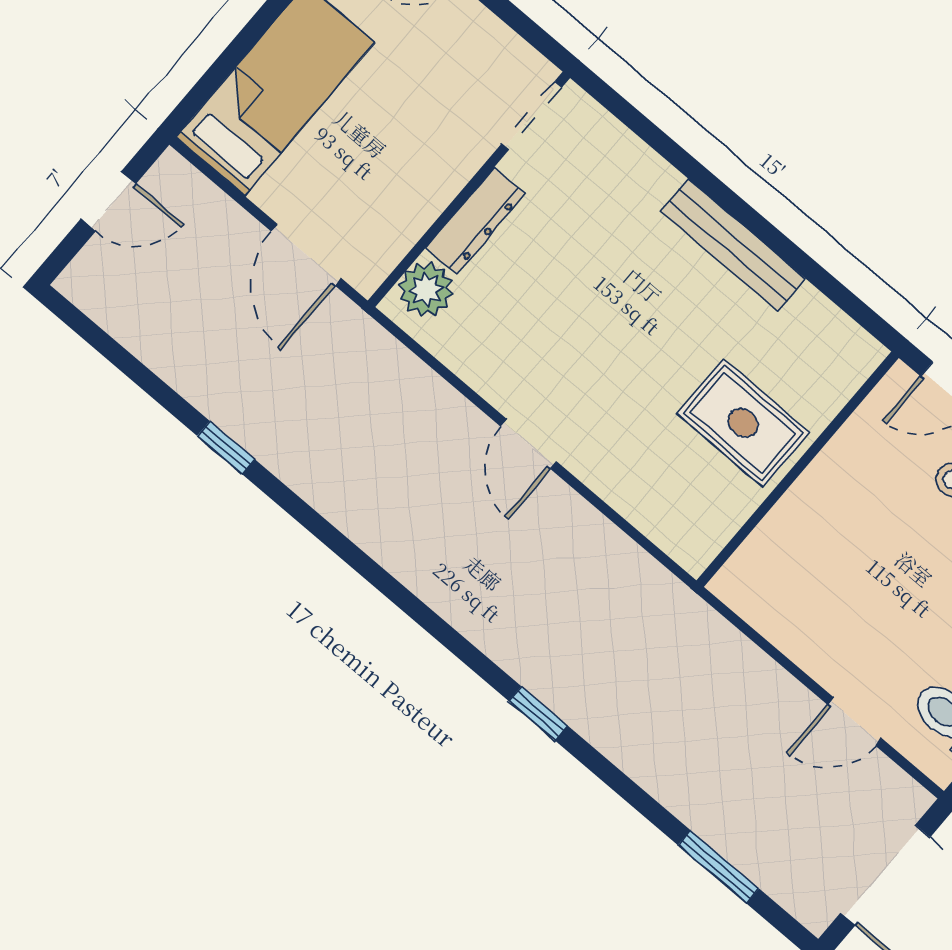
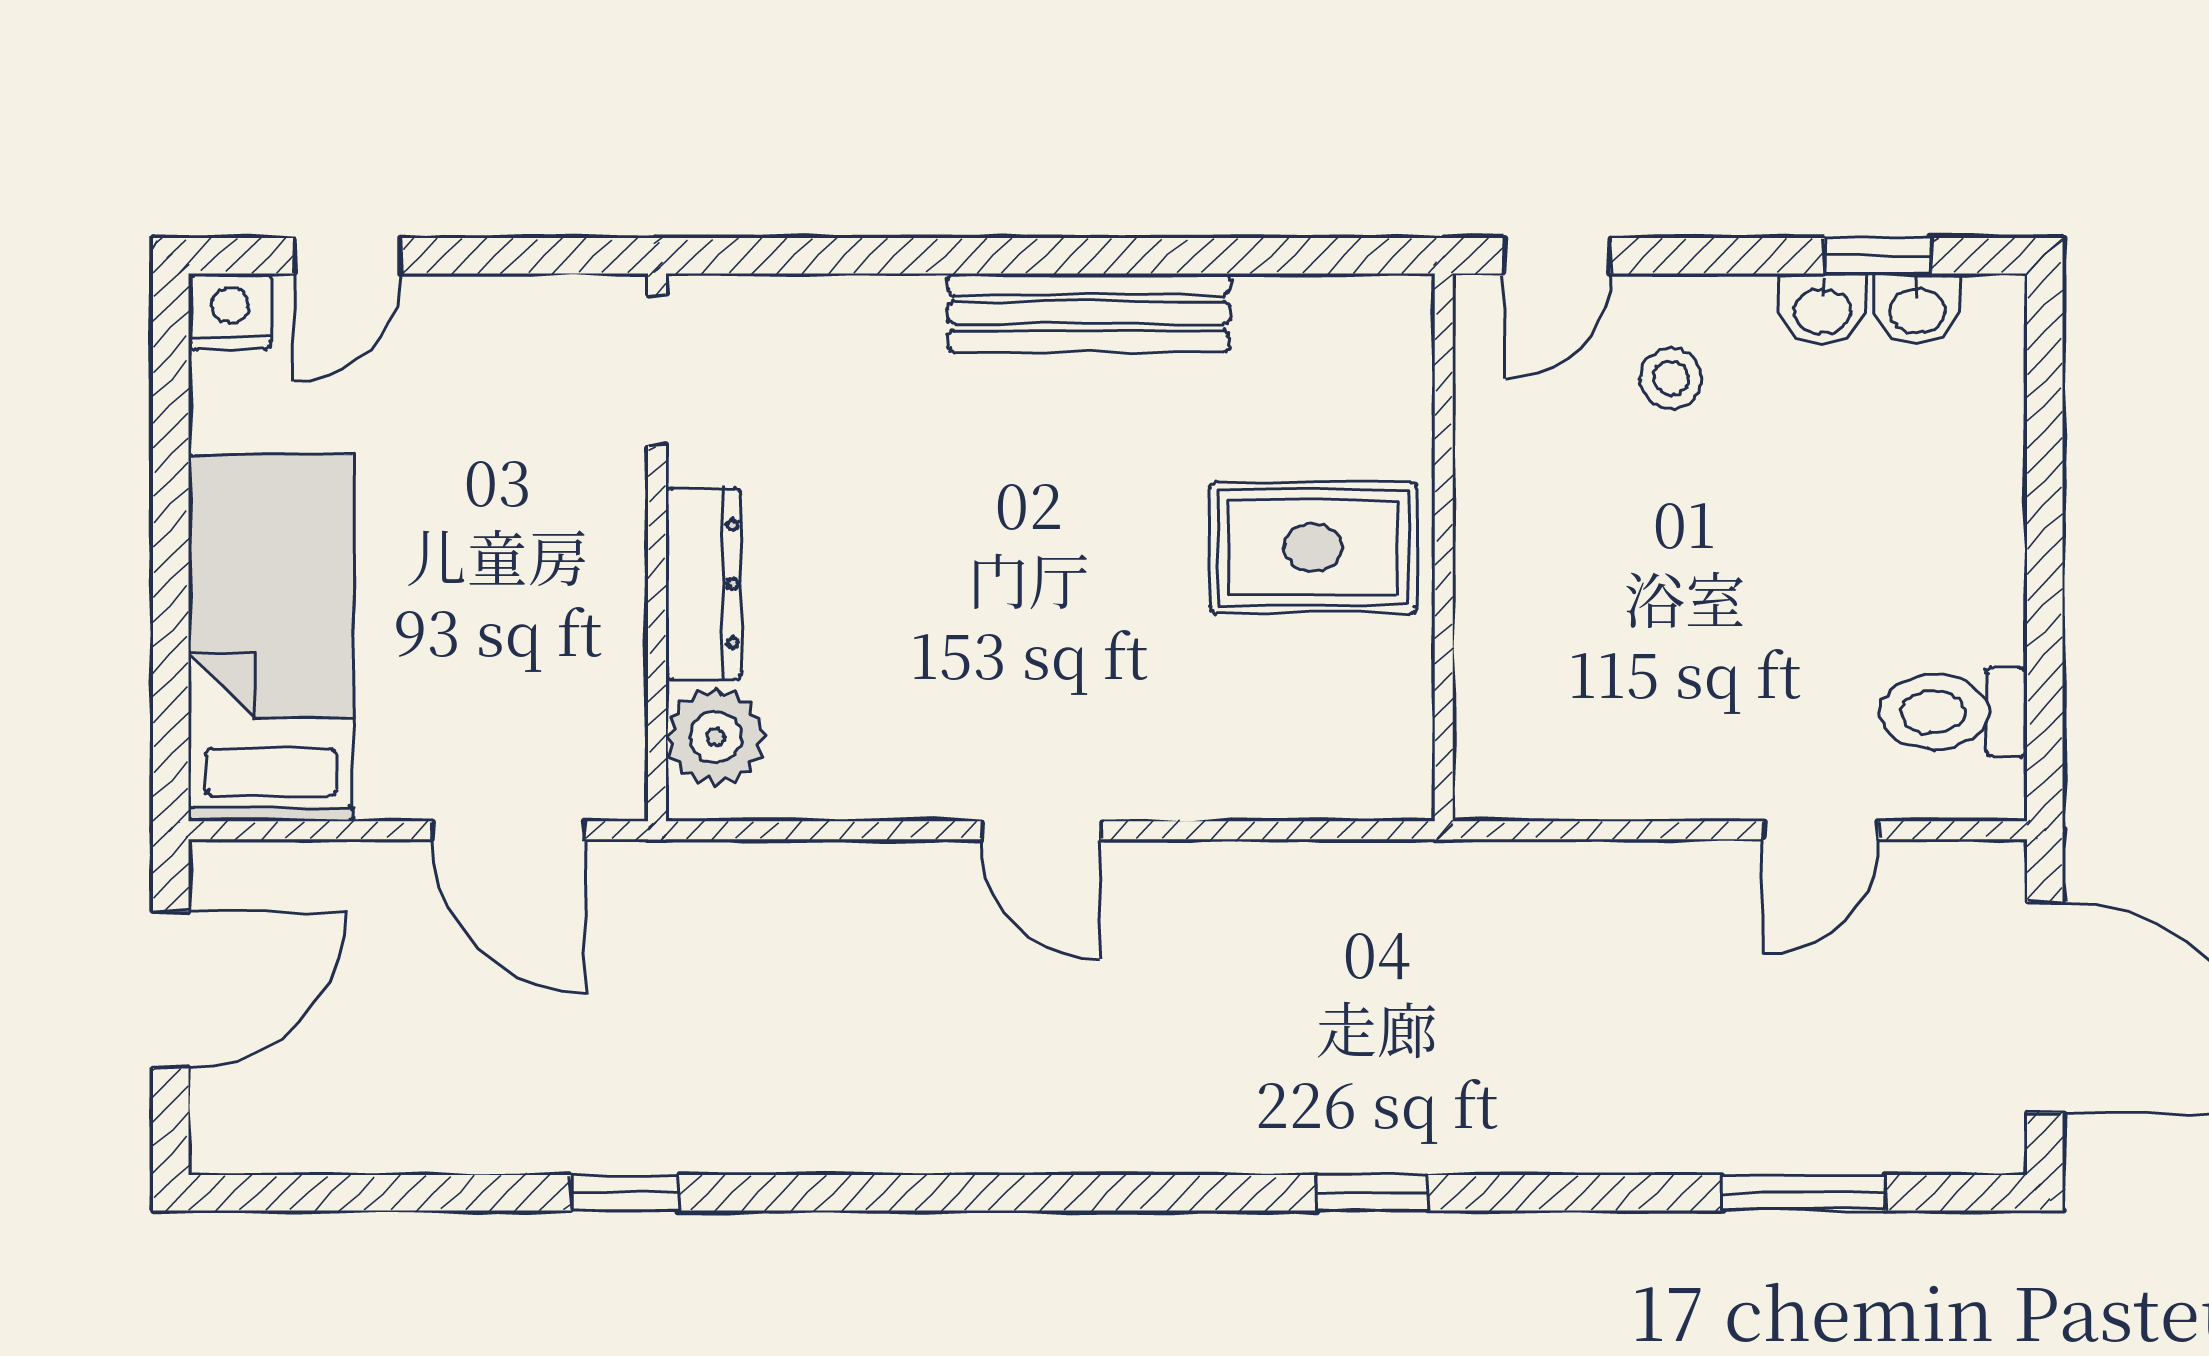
door: (108, 201) -> (171, 990), width x1.38

